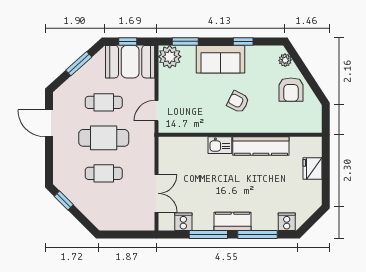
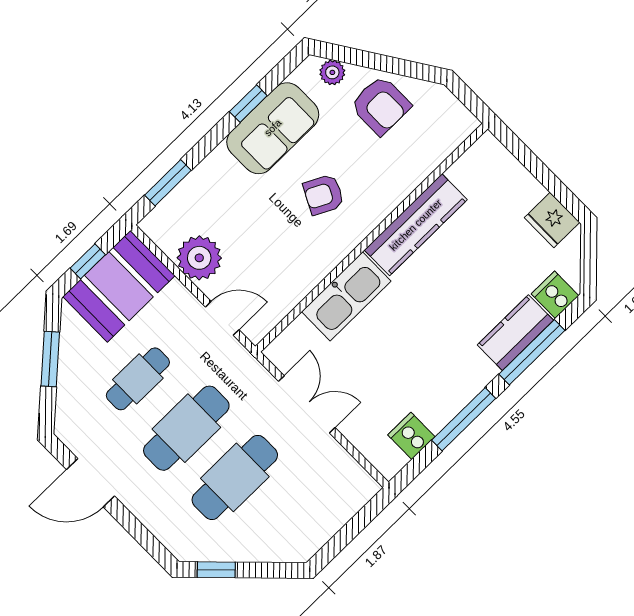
plant: (170, 57) -> (199, 258), moved
sofa: (220, 59) -> (273, 128), moved
door: (156, 111) -> (222, 318), swing flipped
kitchen sink: (220, 145) -> (346, 296), width x1.88, depth x1.24
fridge: (312, 169) -> (552, 220), moved
cafe table: (104, 173) -> (235, 477), width x1.37, depth x1.35
double door: (156, 193) -> (307, 404), moved
kitchen counter: (233, 221) -> (515, 333), moved

